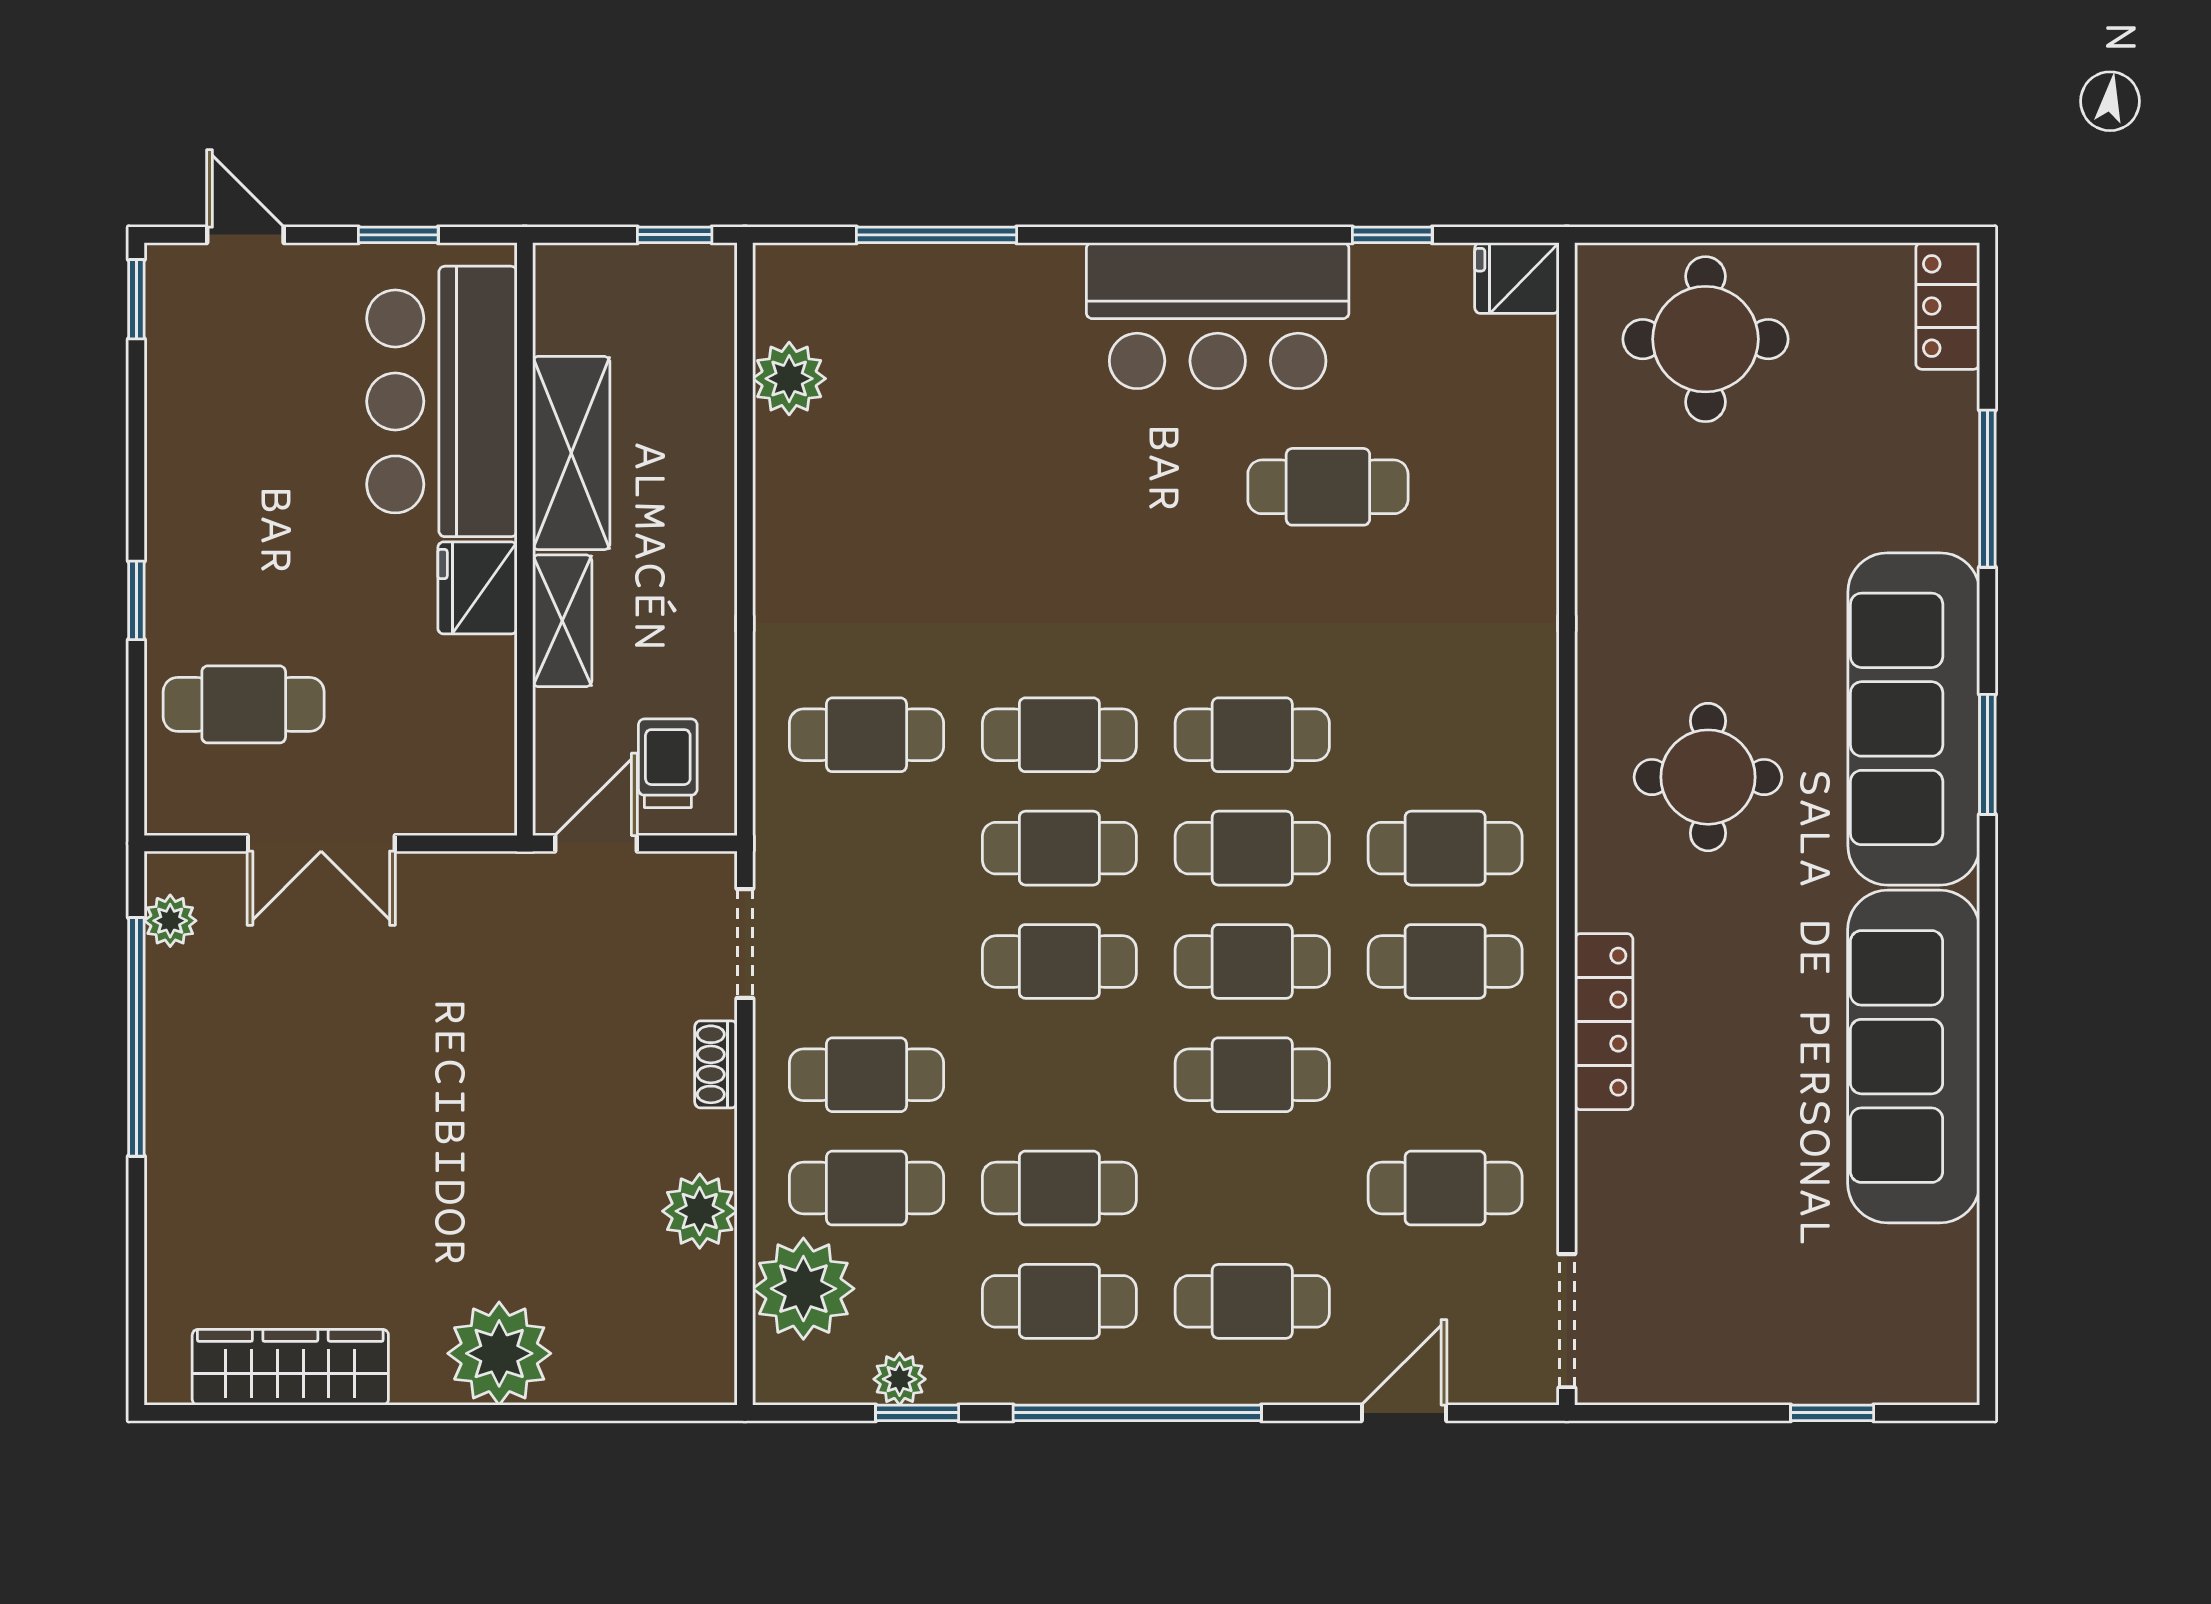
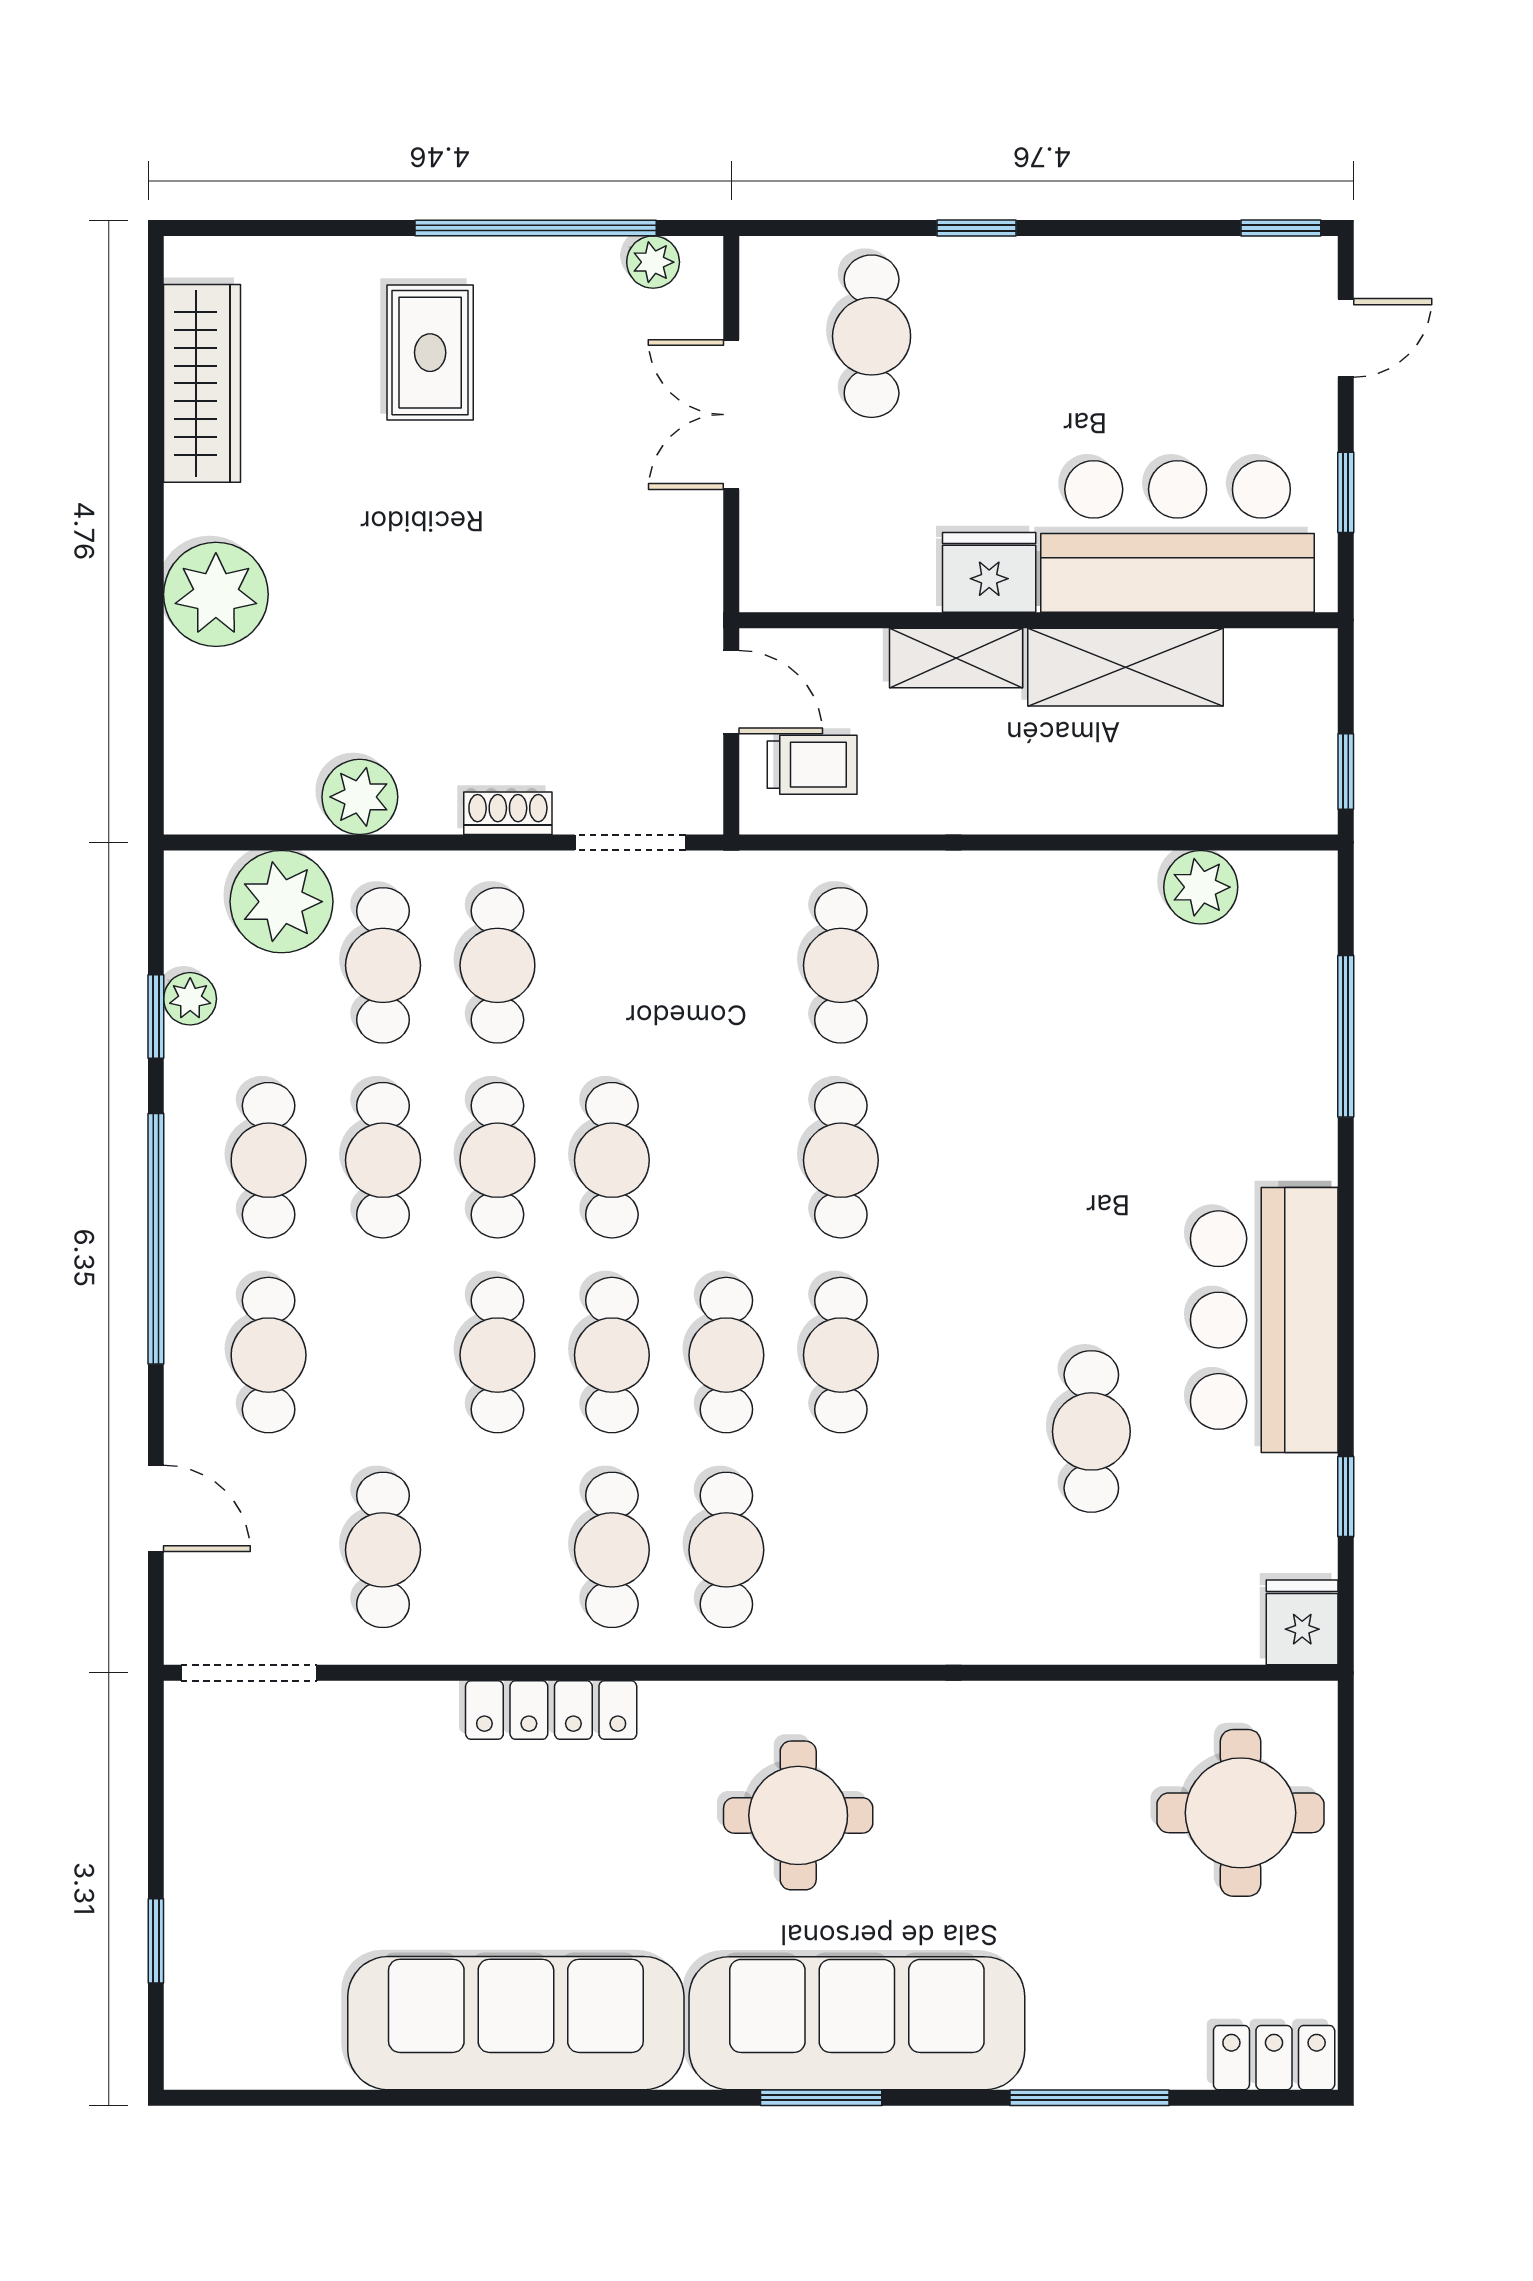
cafe table: (1059, 848) -> (497, 1160), moved
rug: (260, 1141) -> (430, 353), added

